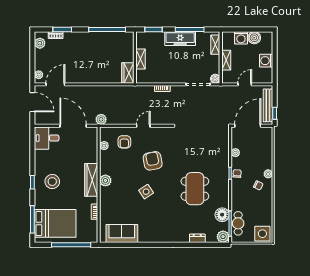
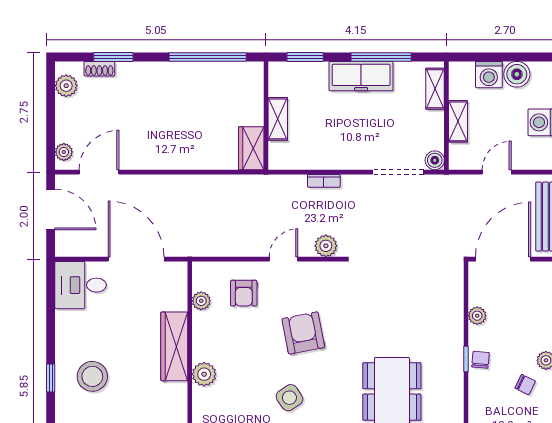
plant: (101, 119) -> (326, 246), moved
wardrobe: (91, 180) -> (174, 346), moved

